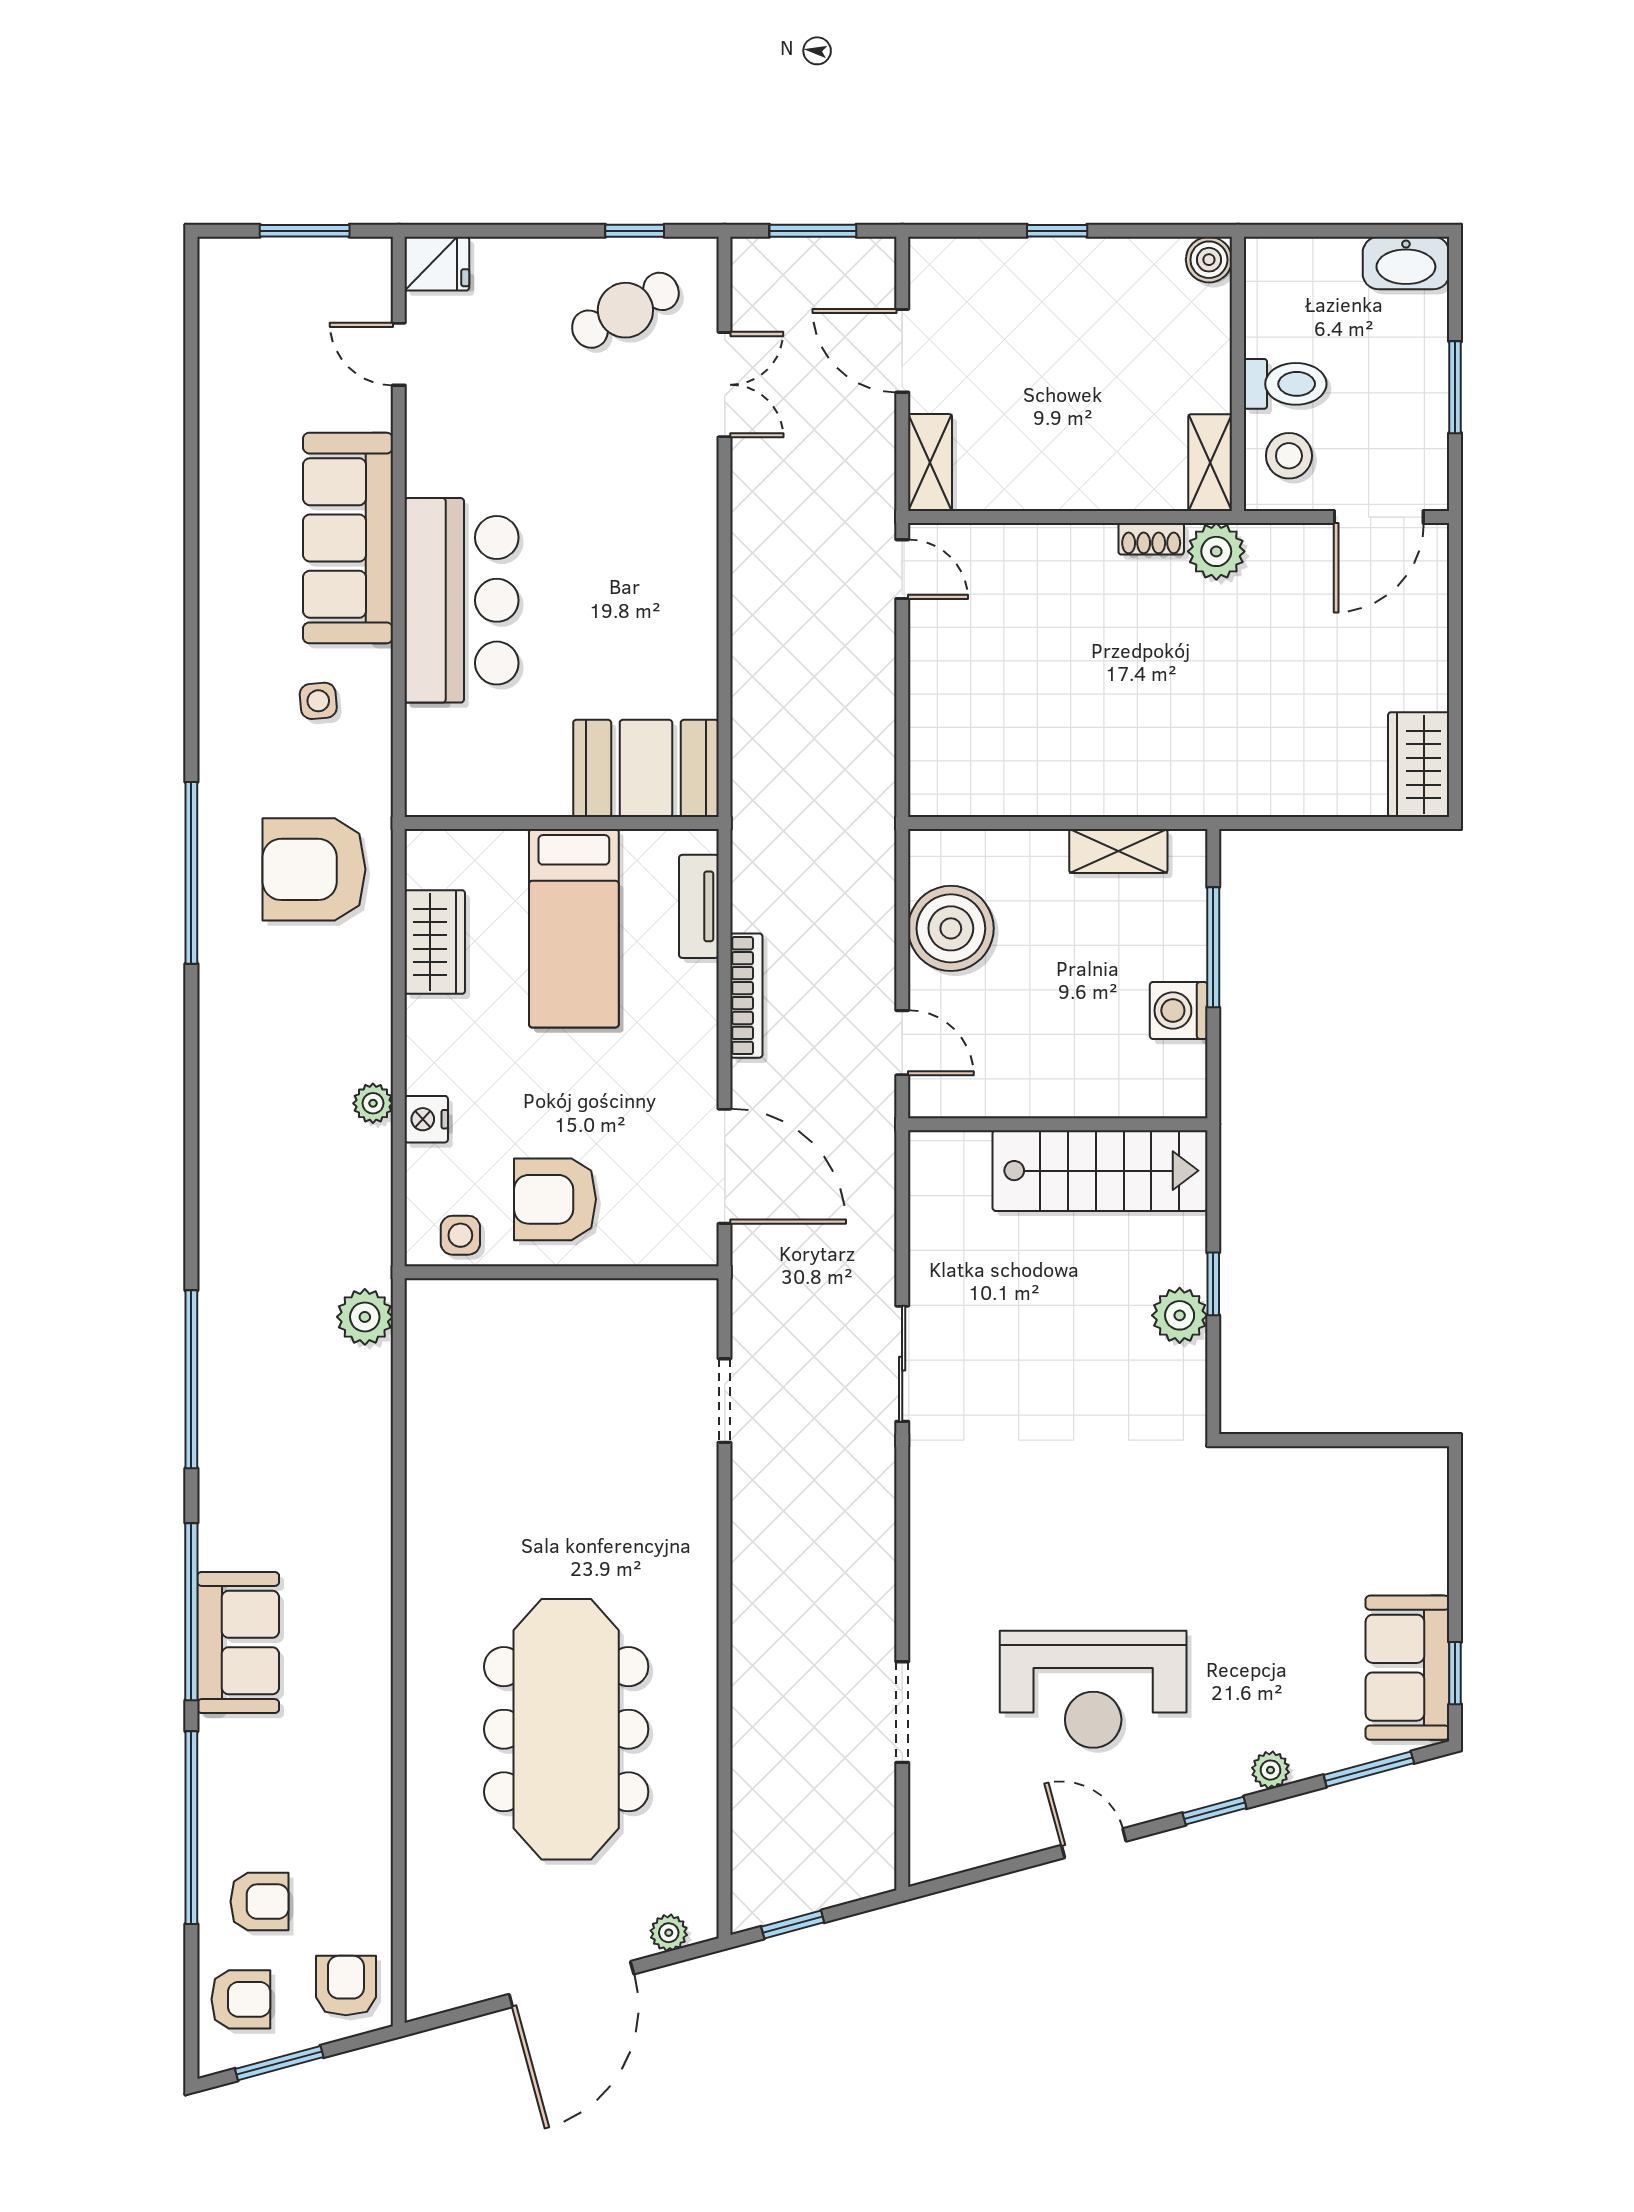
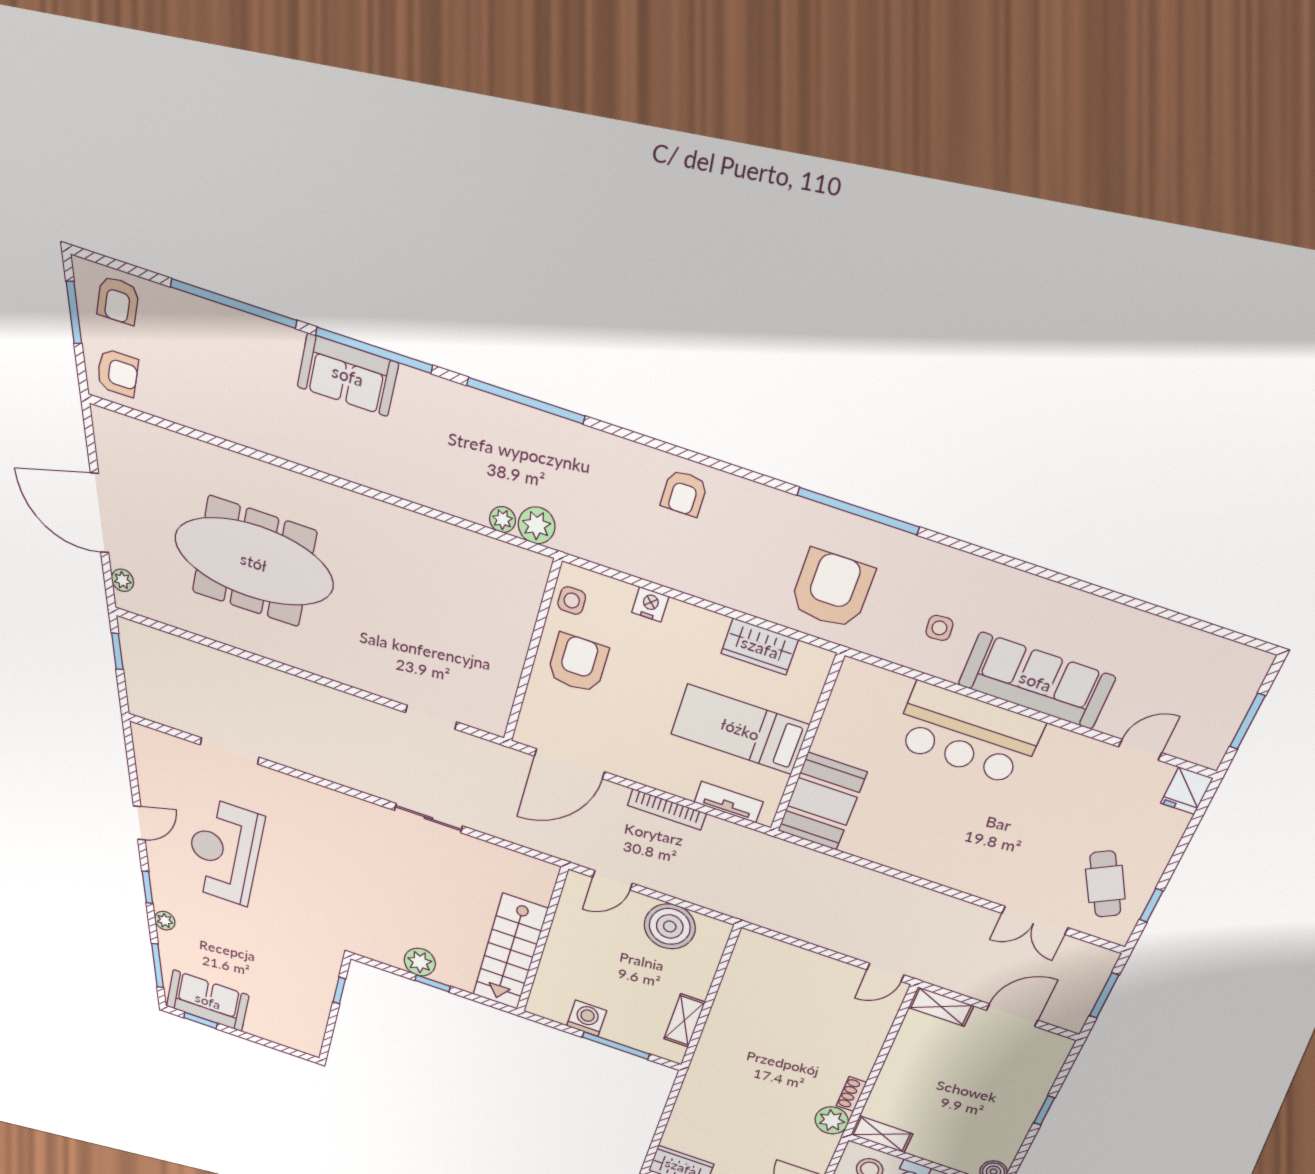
plant: (373, 1103) -> (503, 520), moved
window: (1292, 1440) -> (339, 990), added
armchair: (260, 1902) -> (684, 493), moved

